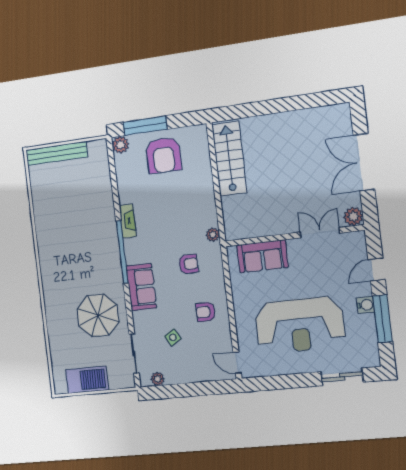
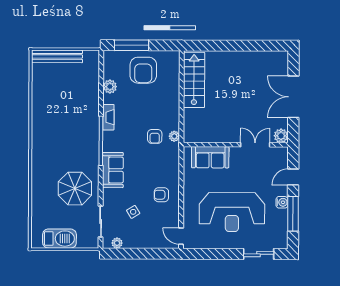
plant: (120, 145) -> (110, 87), moved
armchair: (188, 264) -> (155, 136), moved, turned 90

